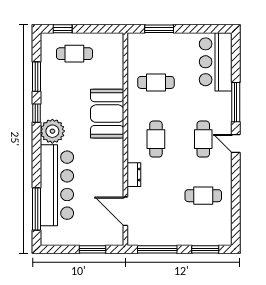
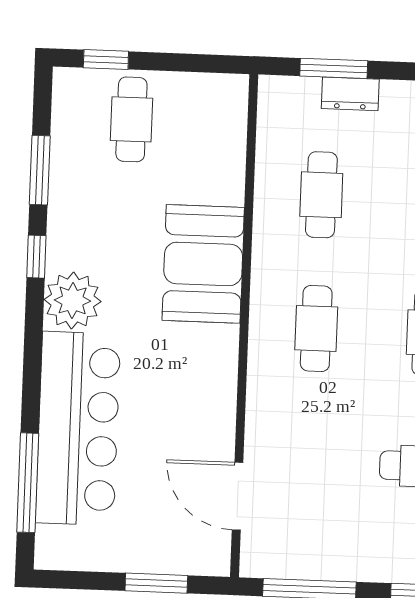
cafe table: (74, 54) -> (131, 119), turned 90
cafe table: (156, 82) -> (321, 195), turned 90
dresser: (134, 175) -> (350, 94), moved, turned 90

